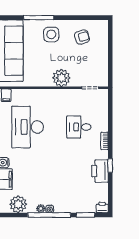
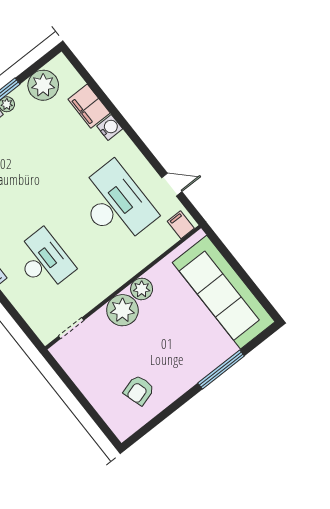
side table: (51, 34) -> (185, 360), removed
plant: (46, 81) -> (142, 289), added
desk: (79, 127) -> (44, 261), width x1.37

